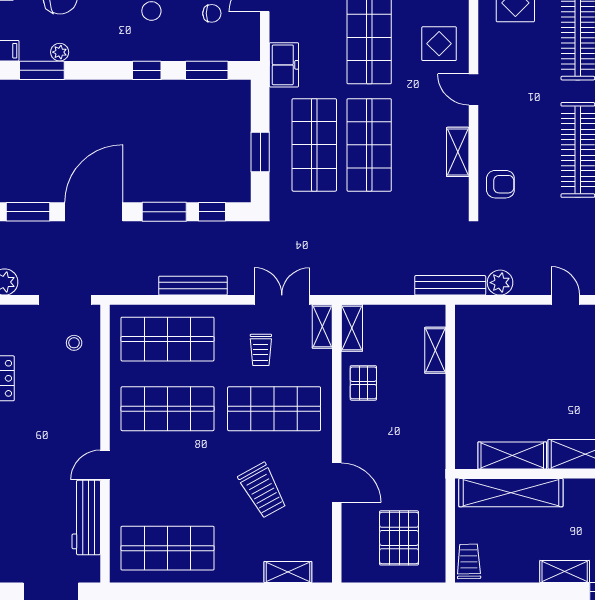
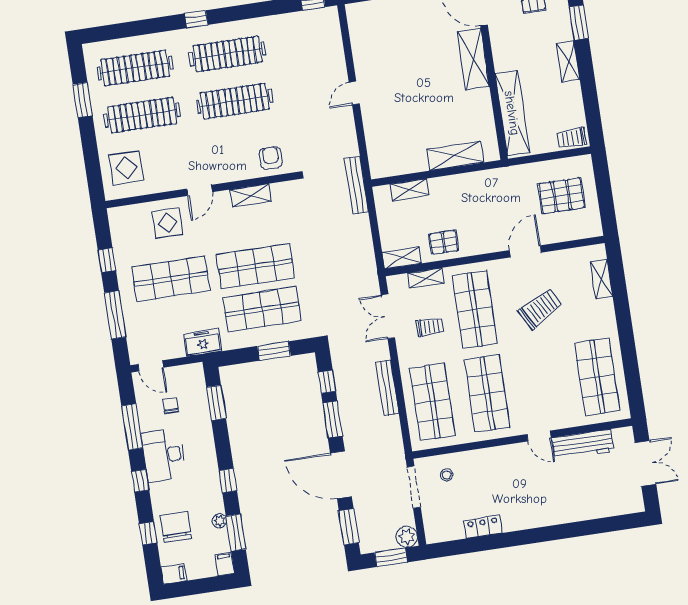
window: (147, 70) -> (228, 481), moved
plant: (500, 283) -> (348, 147), removed
shelving: (322, 326) -> (426, 278), moved
shelving: (512, 455) -> (455, 156), moved, turned 90

